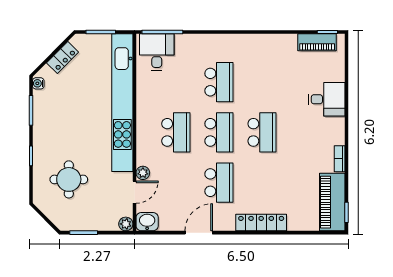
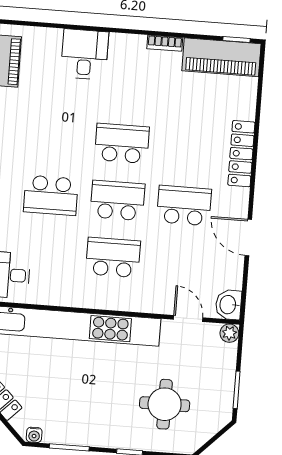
school desk: (219, 82) -> (51, 195), turned 180
plant: (143, 173) -> (163, 305), removed

